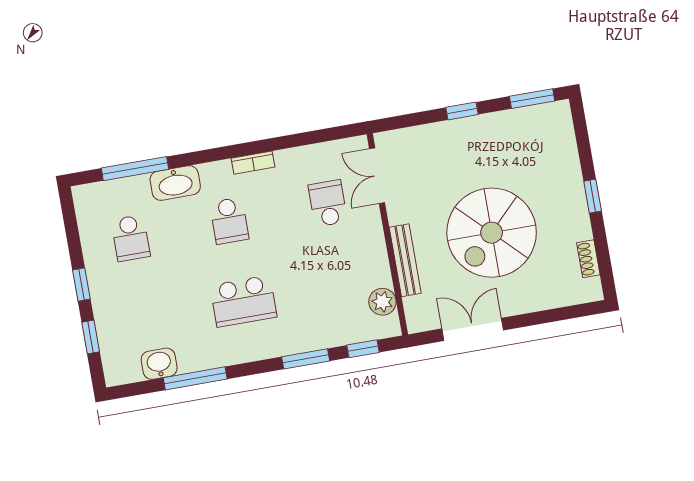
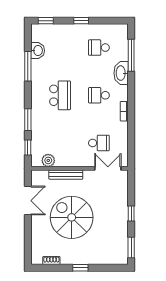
school desk: (243, 301) -> (60, 95), turned 180
window: (91, 337) -> (46, 21), moved

